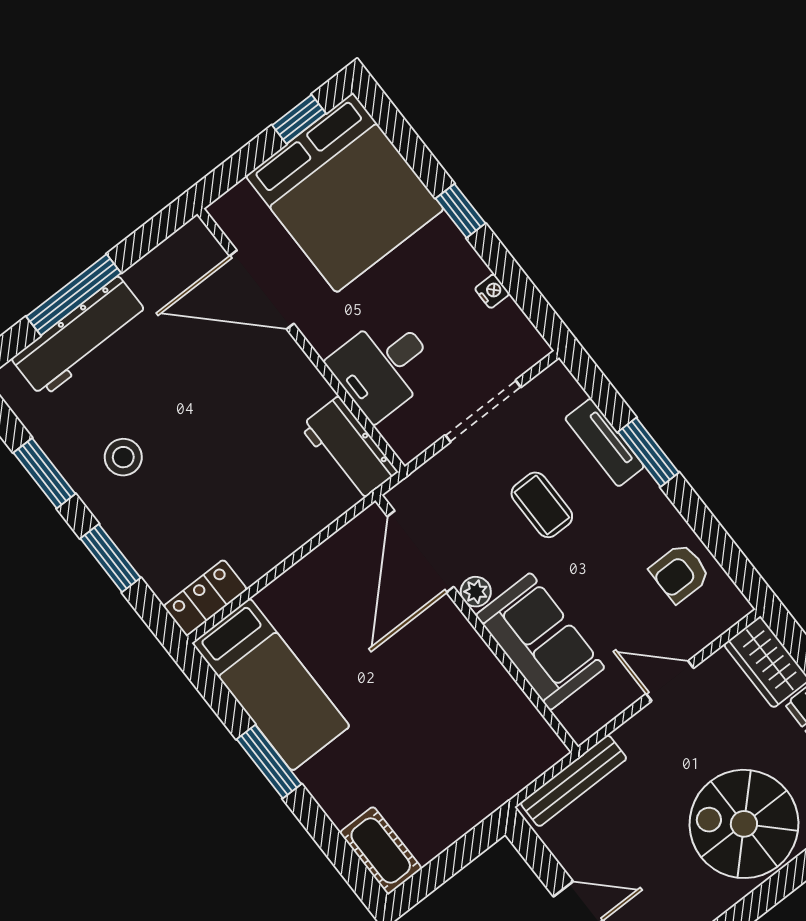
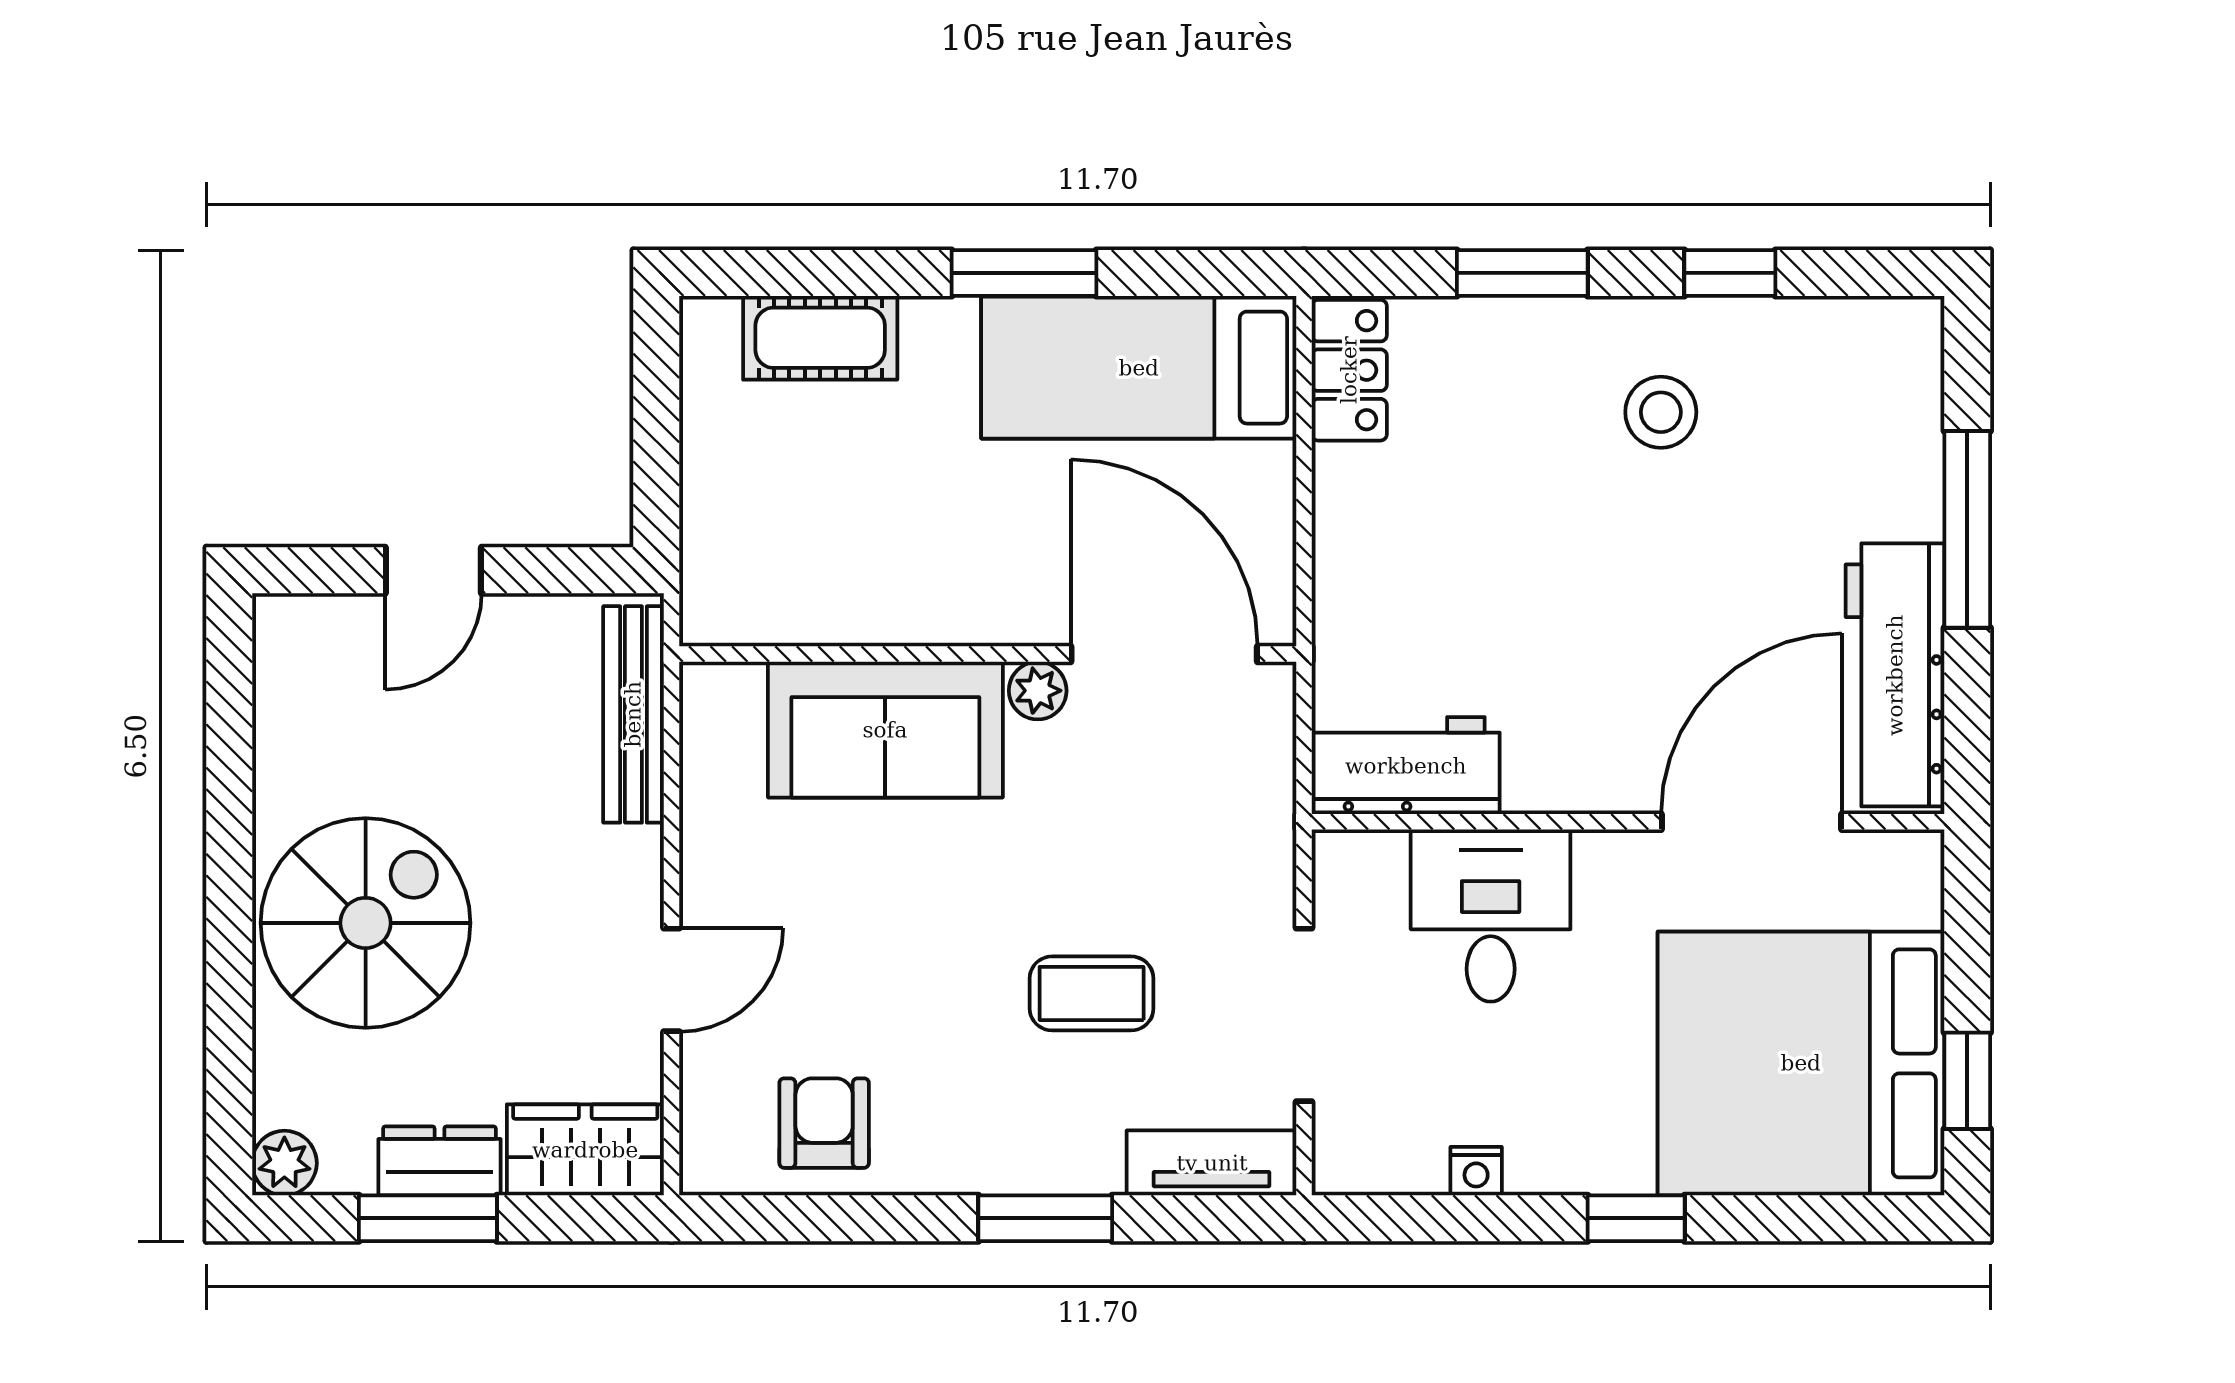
workbench: (80, 337) -> (1895, 675), moved
tv unit: (605, 443) -> (1212, 1163), moved
window: (44, 473) -> (1730, 273), width x0.67
door: (421, 552) -> (1164, 654), moved
plant: (476, 592) -> (1038, 691), moved
wall: (477, 624) -> (988, 654), moved
sofa: (540, 642) -> (885, 730), moved
cot: (381, 850) -> (820, 338), moved

